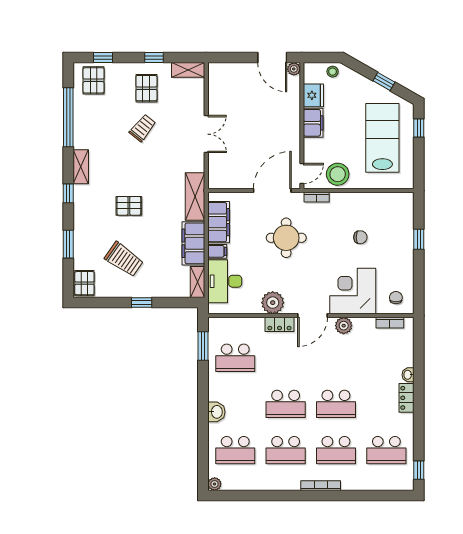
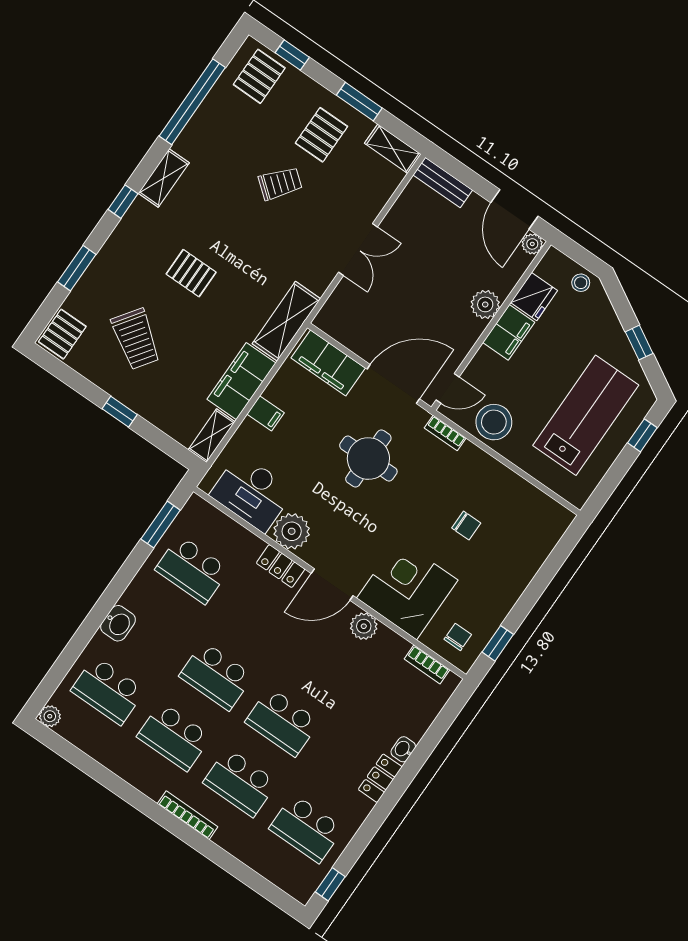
window: (154, 58) -> (359, 102), width x1.50
bench: (226, 69) -> (443, 182), added
plant: (291, 117) -> (485, 304), added
filing cabinet: (219, 222) -> (328, 363), moved, turned 90
window: (419, 239) -> (498, 643), moved
desk: (225, 281) -> (252, 493), moved, turned -90

